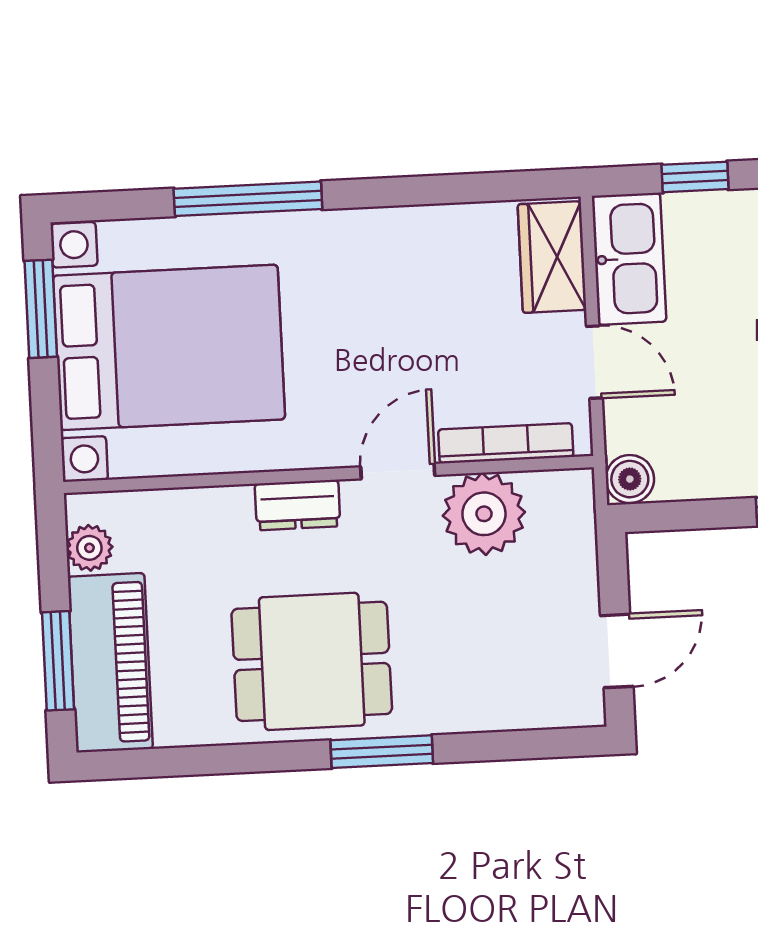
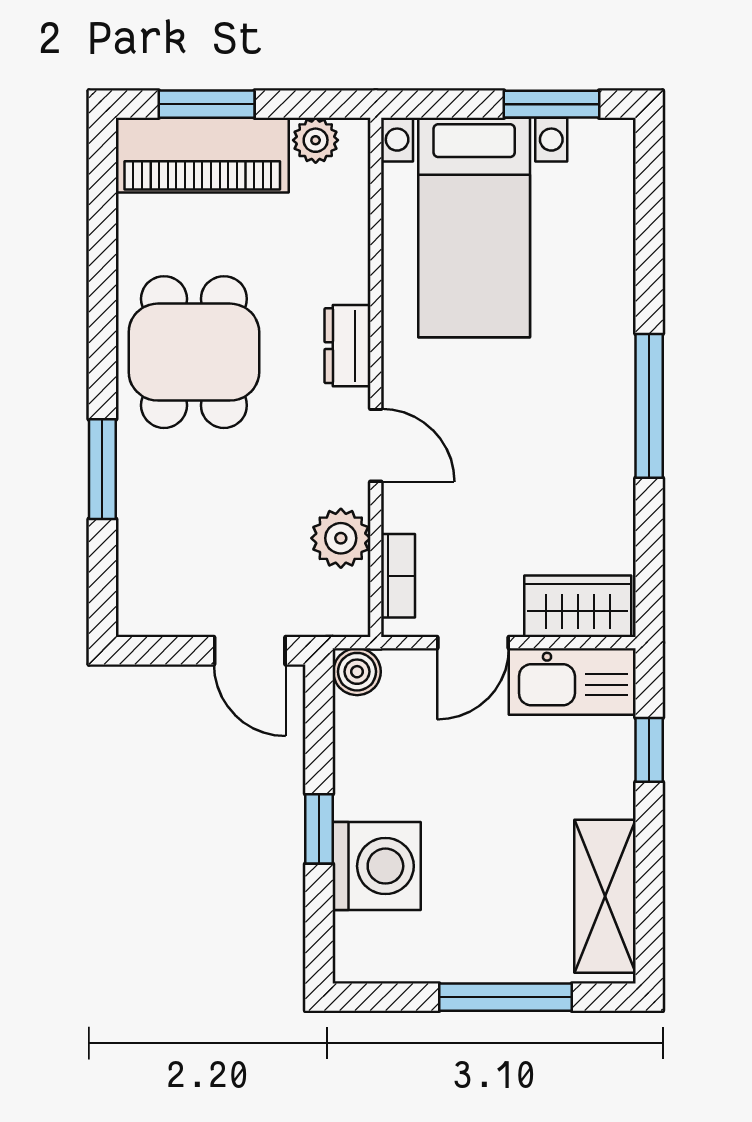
window: (248, 199) -> (649, 406), moved
bed with nightstands: (169, 347) -> (474, 228), width x0.73
bookcase: (506, 443) -> (398, 576), width x0.64
plant: (484, 514) -> (341, 538), width x0.73, depth x0.73
door: (617, 651) -> (250, 651), moved
window: (382, 752) -> (102, 469), moved

